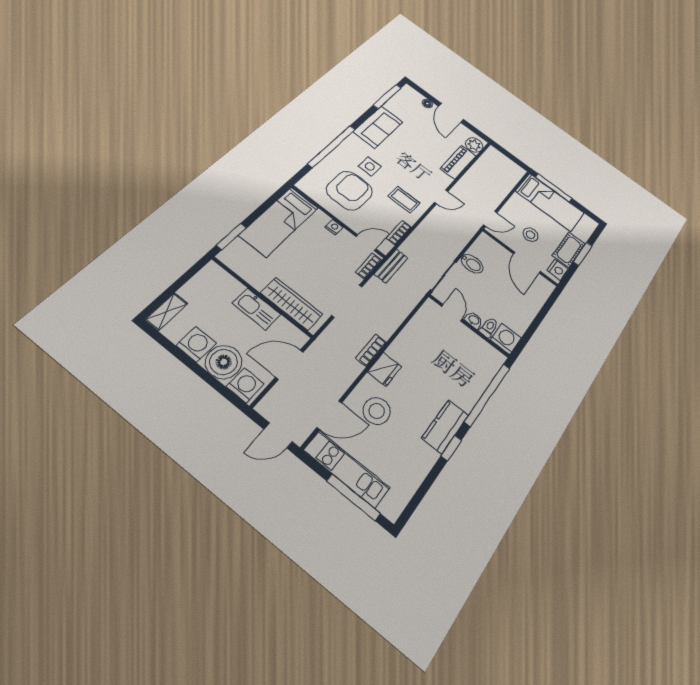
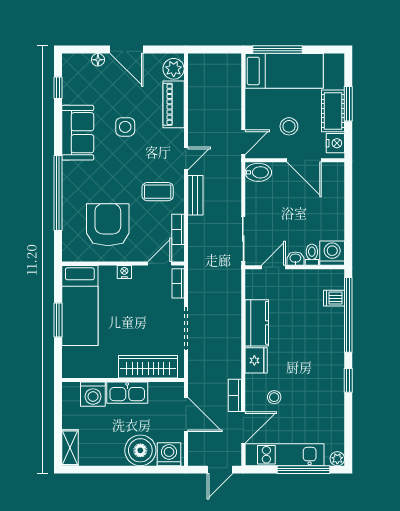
window: (387, 96) -> (58, 88), width x0.46
side table: (370, 166) -> (125, 127), moved
window: (231, 236) -> (58, 320), moved
bidet: (472, 264) -> (258, 172), moved
bench: (391, 266) -> (195, 195), moved
door: (452, 313) -> (273, 267), hinge flipped
washing machine: (196, 344) -> (93, 394), moved, turned 180
bookcase: (371, 350) -> (235, 395), moved
door: (289, 365) -> (186, 415), swing flipped
dishwasher: (485, 372) -> (334, 298), added
stool: (377, 411) -> (274, 397), width x0.53, depth x0.53
kitchen counter: (445, 427) -> (257, 323), moved, turned 180
plant: (392, 512) -> (337, 459), added

